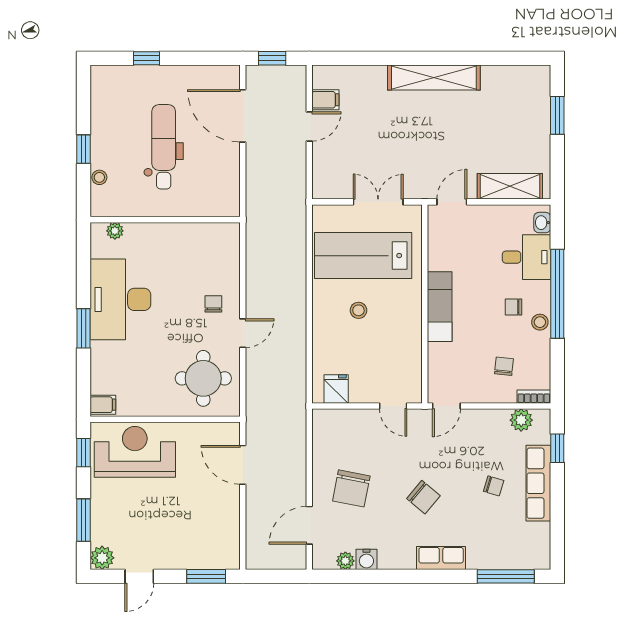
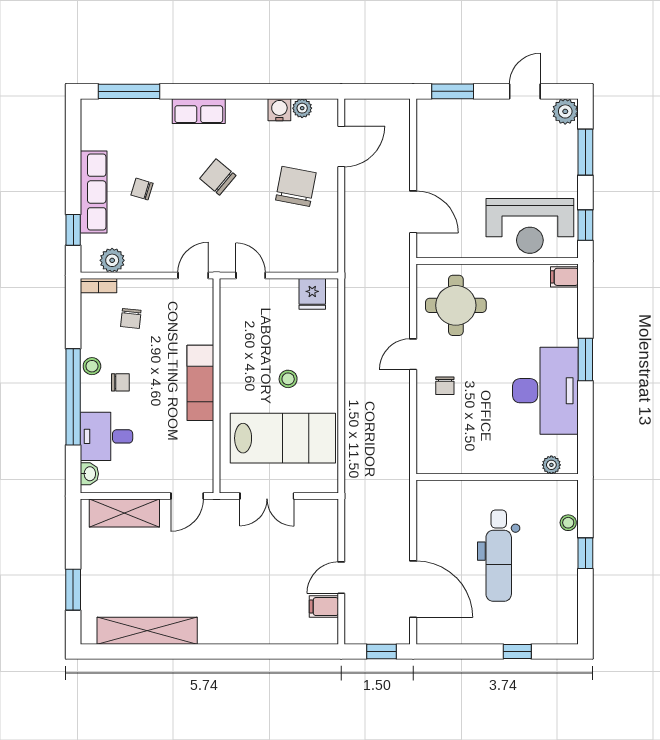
shelving: (434, 77) -> (147, 631), moved

